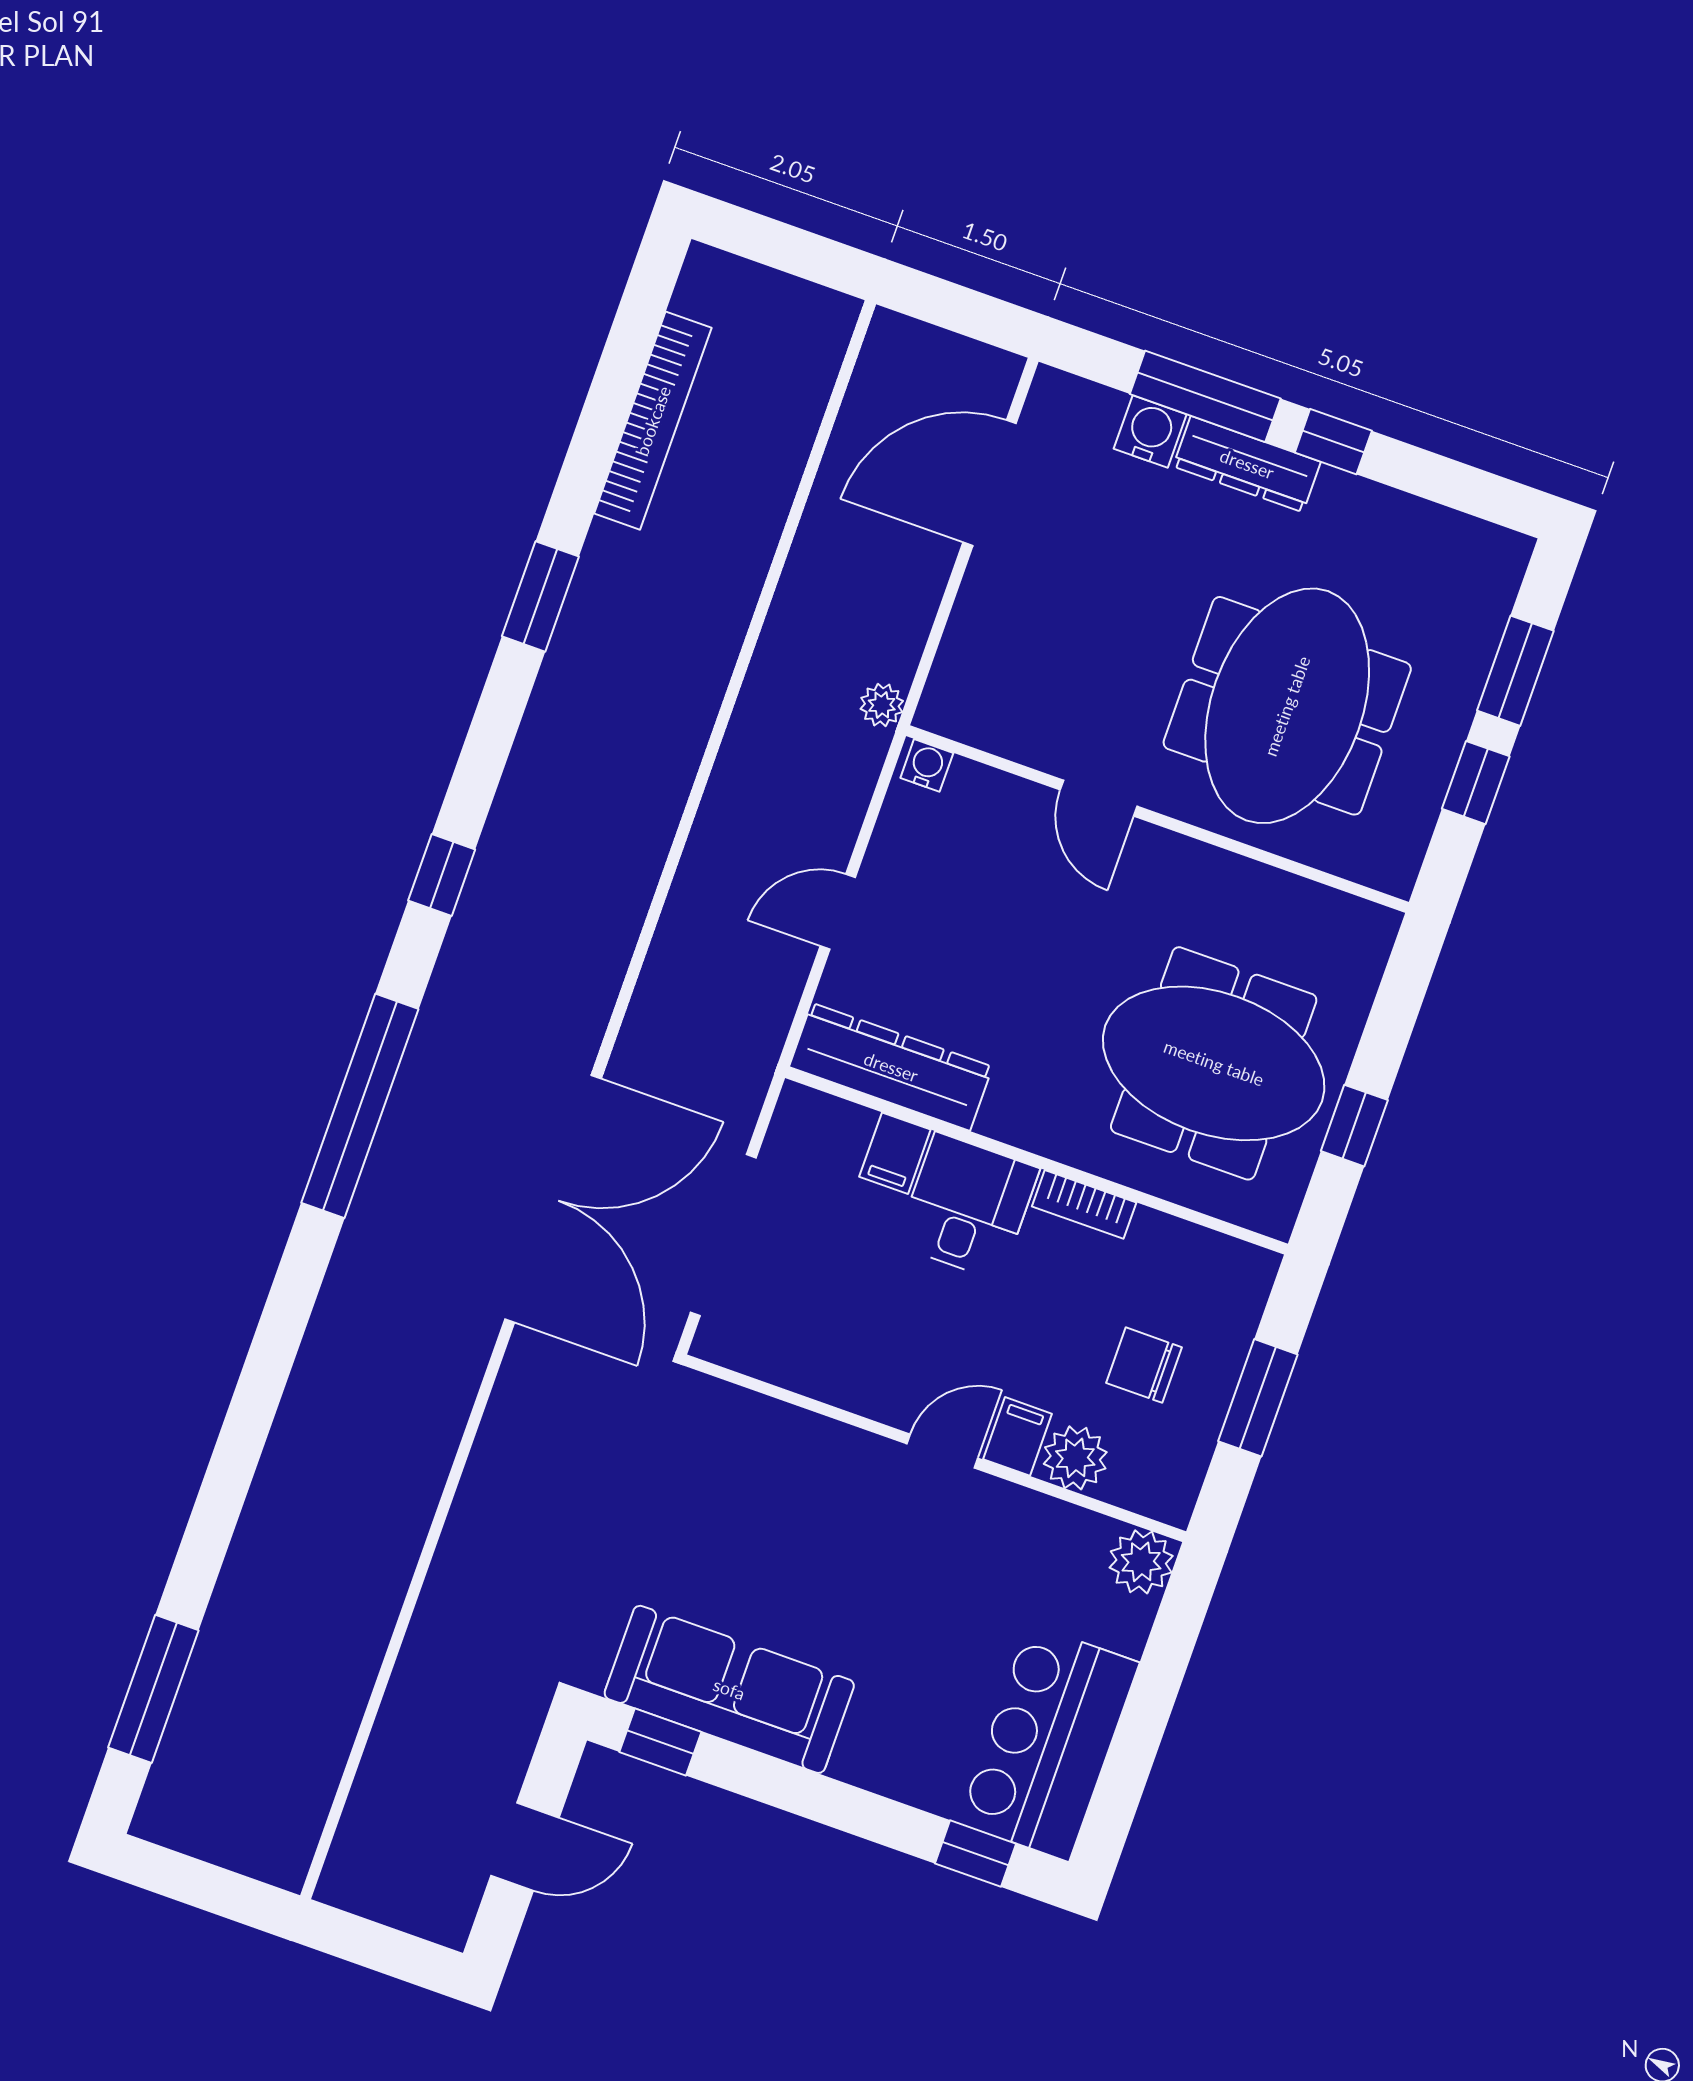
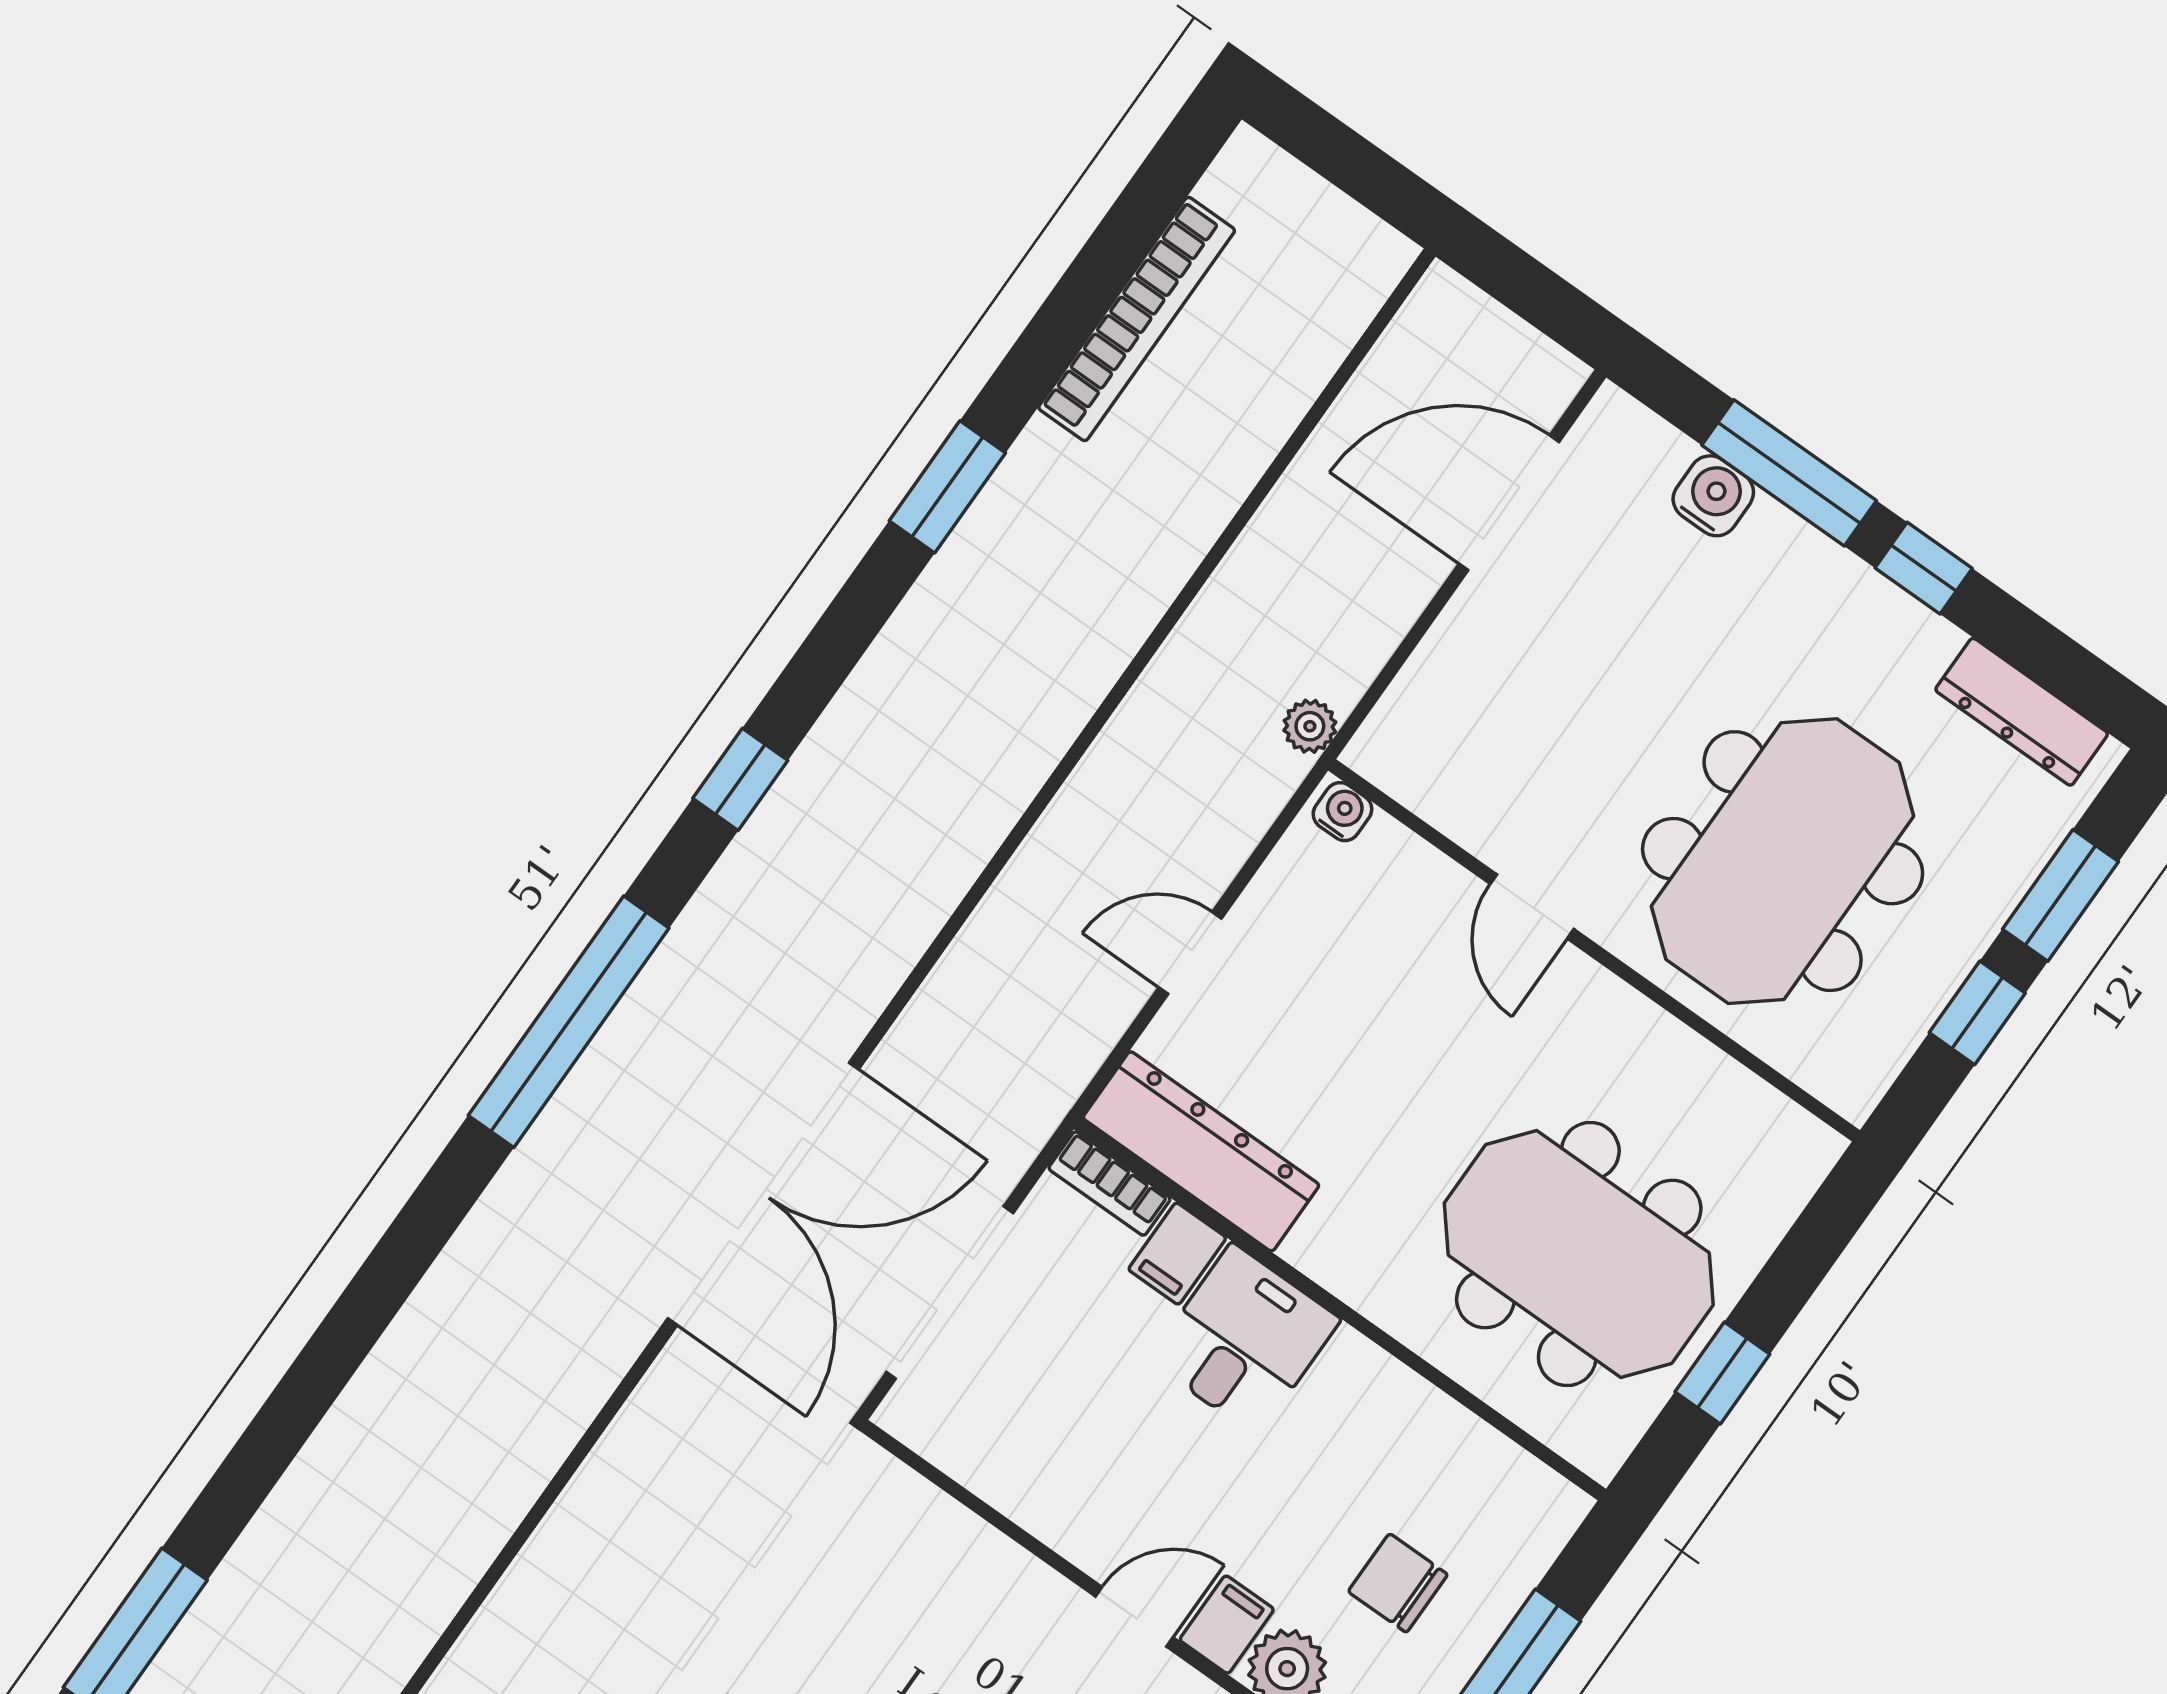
dresser: (1247, 464) -> (2022, 712), moved
bookcase: (1084, 1204) -> (1110, 1184), moved

